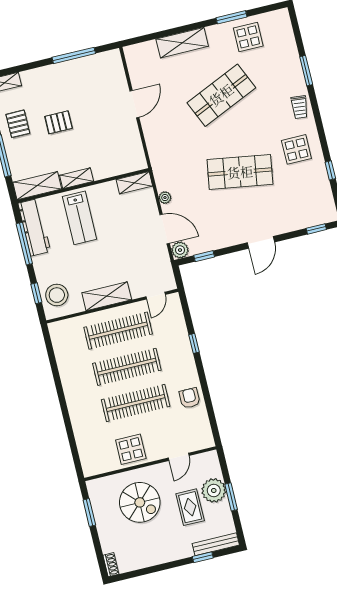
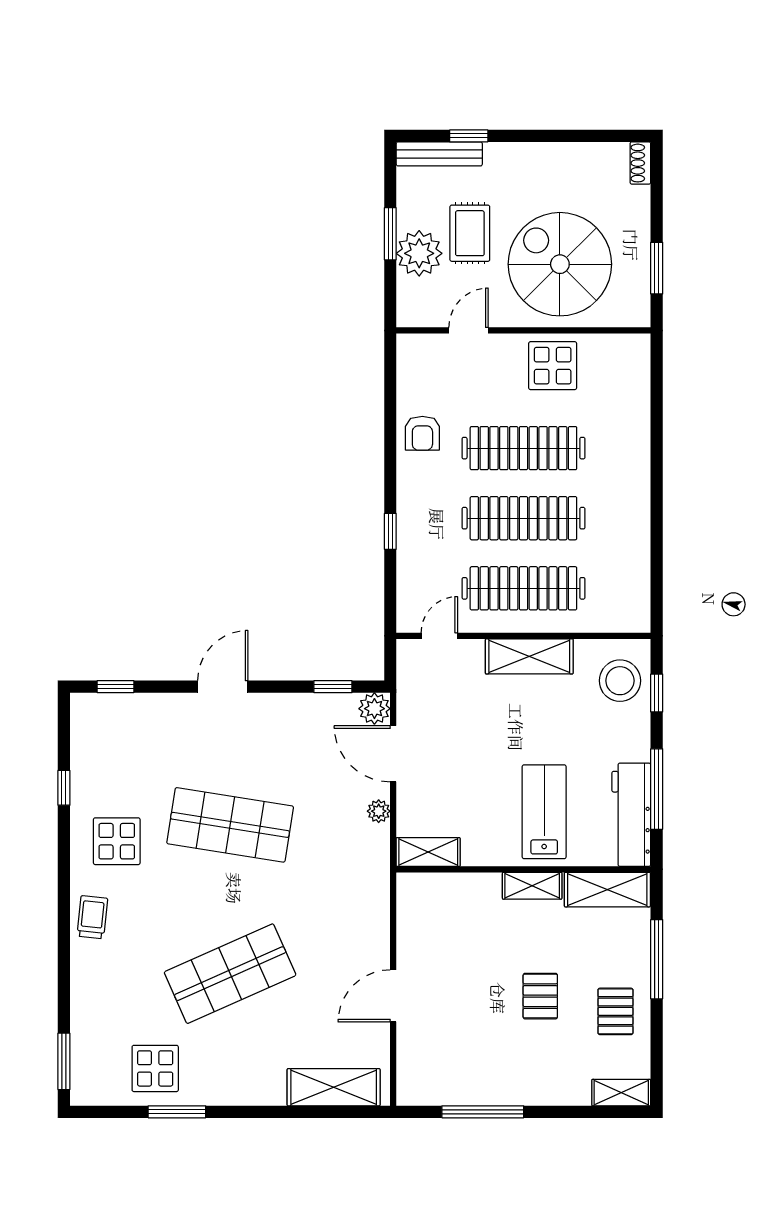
shelving: (182, 43) -> (334, 1087), moved
window: (306, 71) -> (64, 1061), moved
pallet: (59, 122) -> (540, 996), turned 90
spiral stairs: (140, 502) -> (560, 264), width x1.37, depth x1.37

